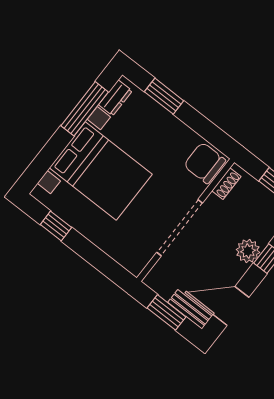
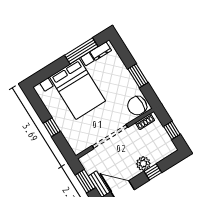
window: (164, 96) -> (138, 76), moved
chair: (205, 163) -> (137, 106), turned -90
window: (56, 226) -> (52, 127), moved

